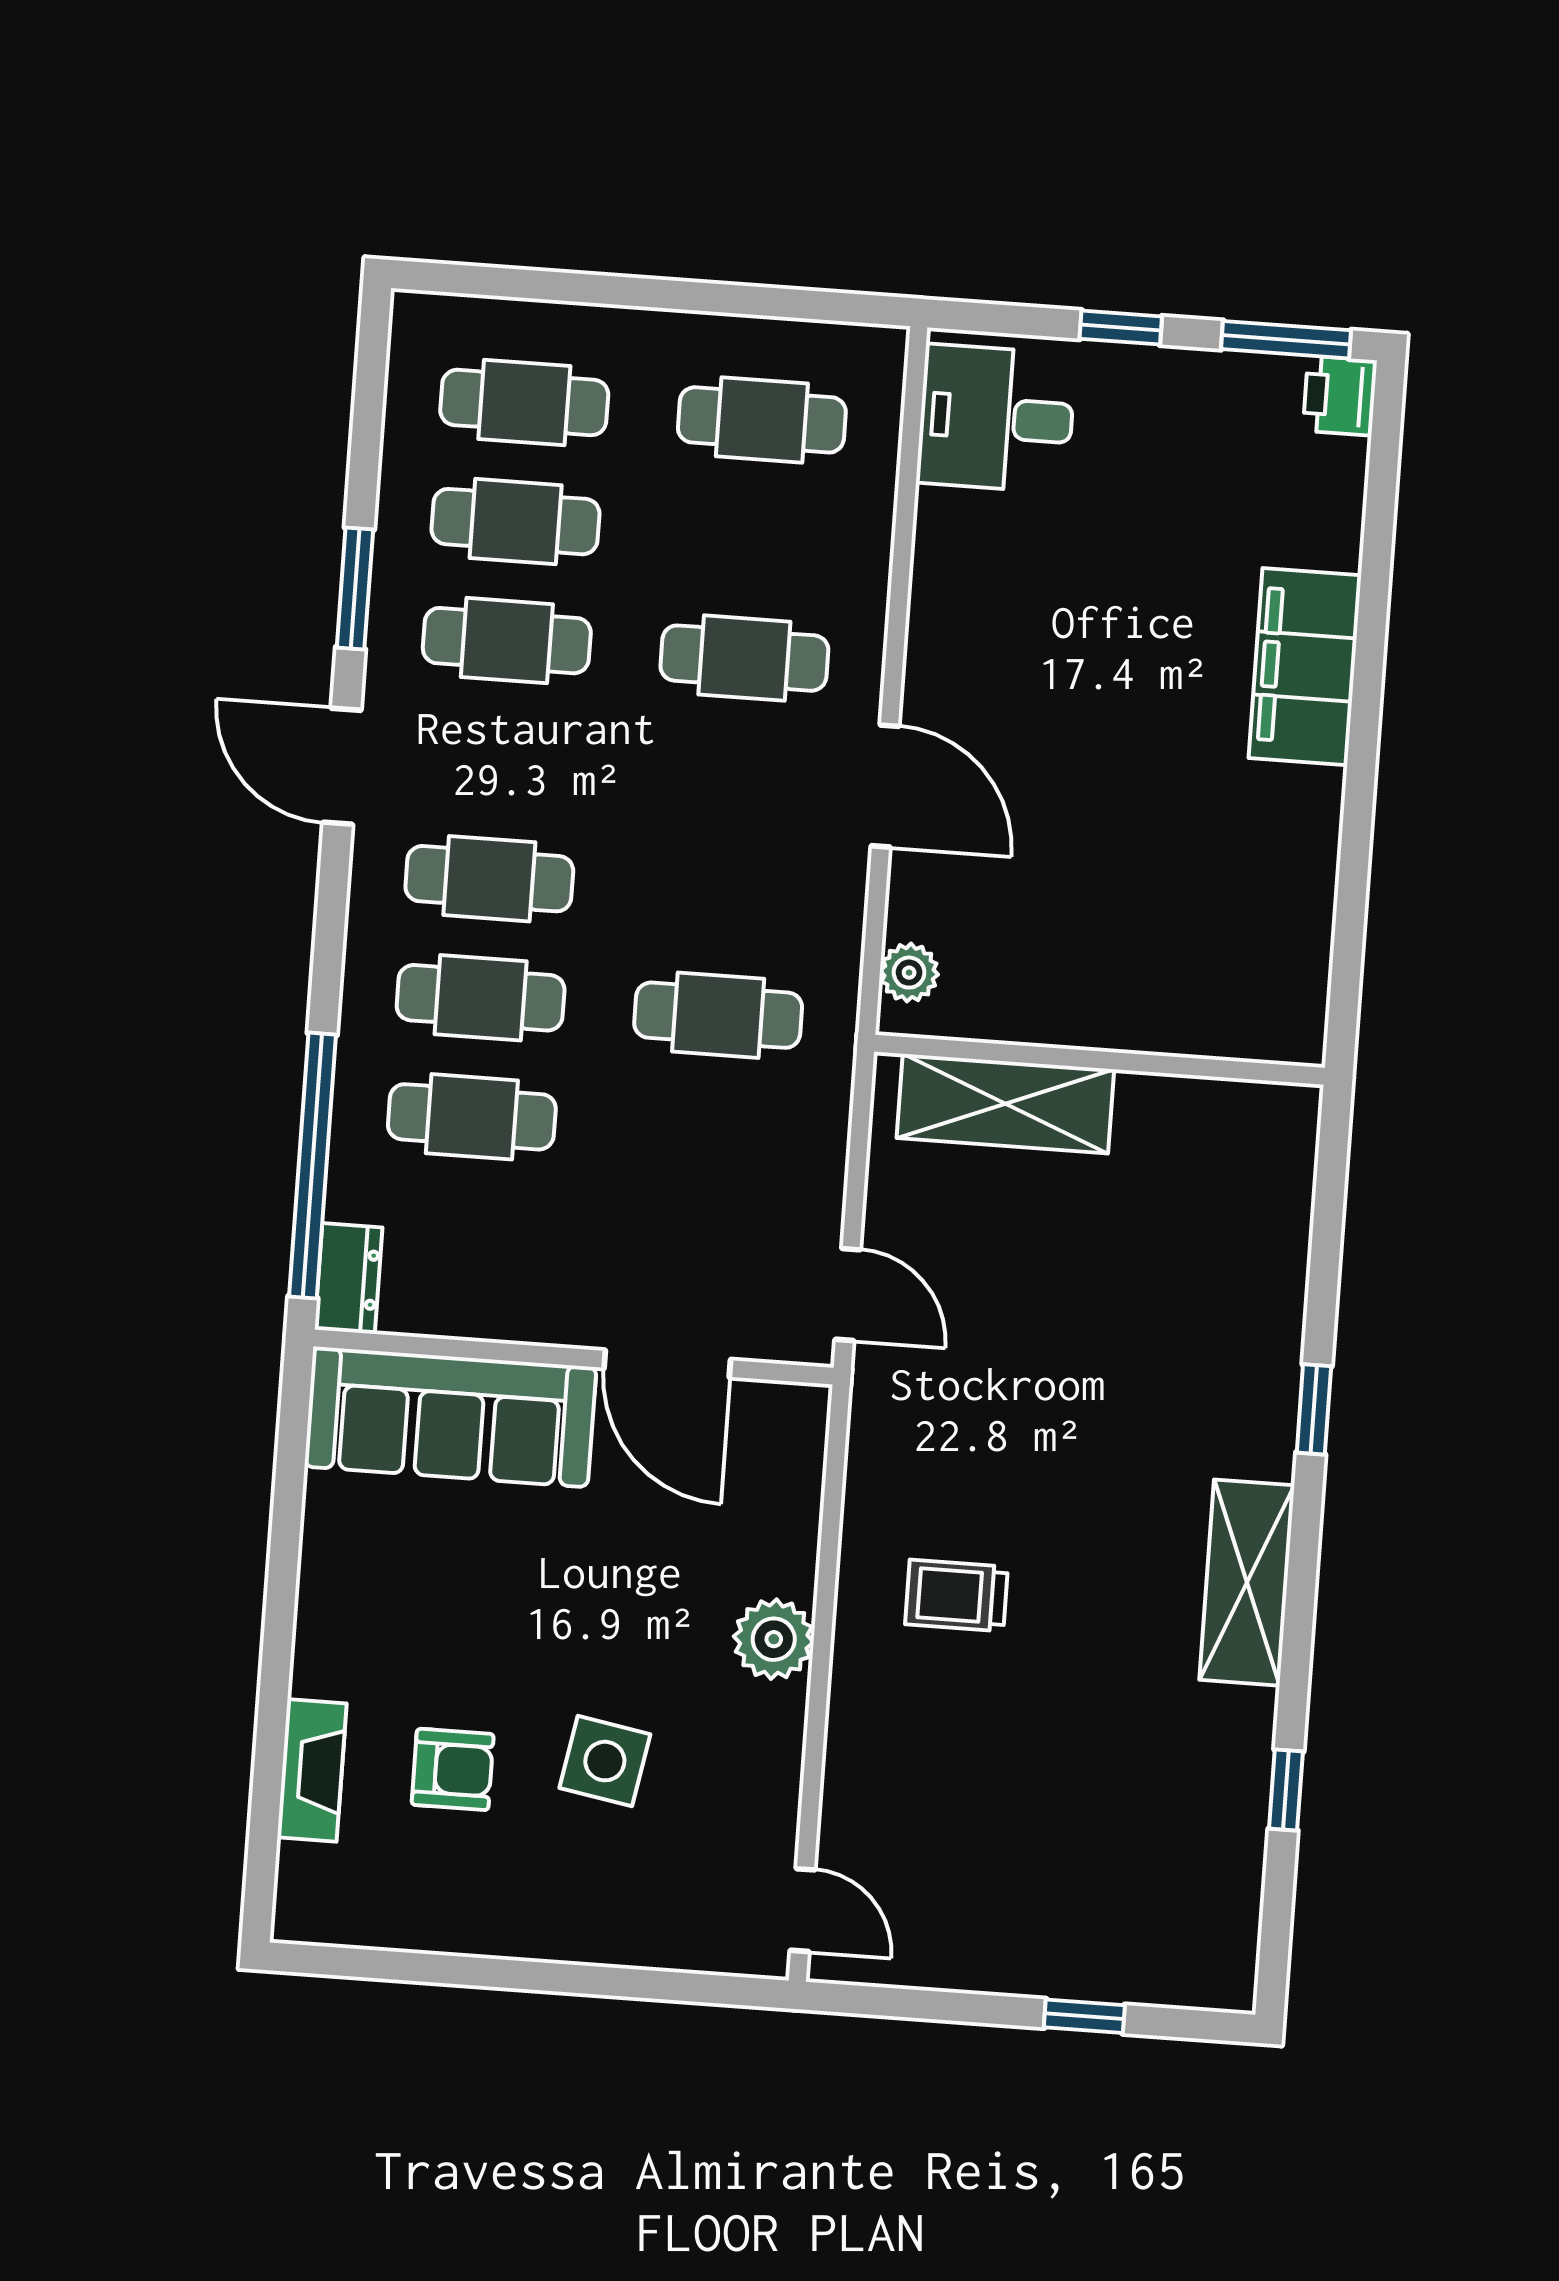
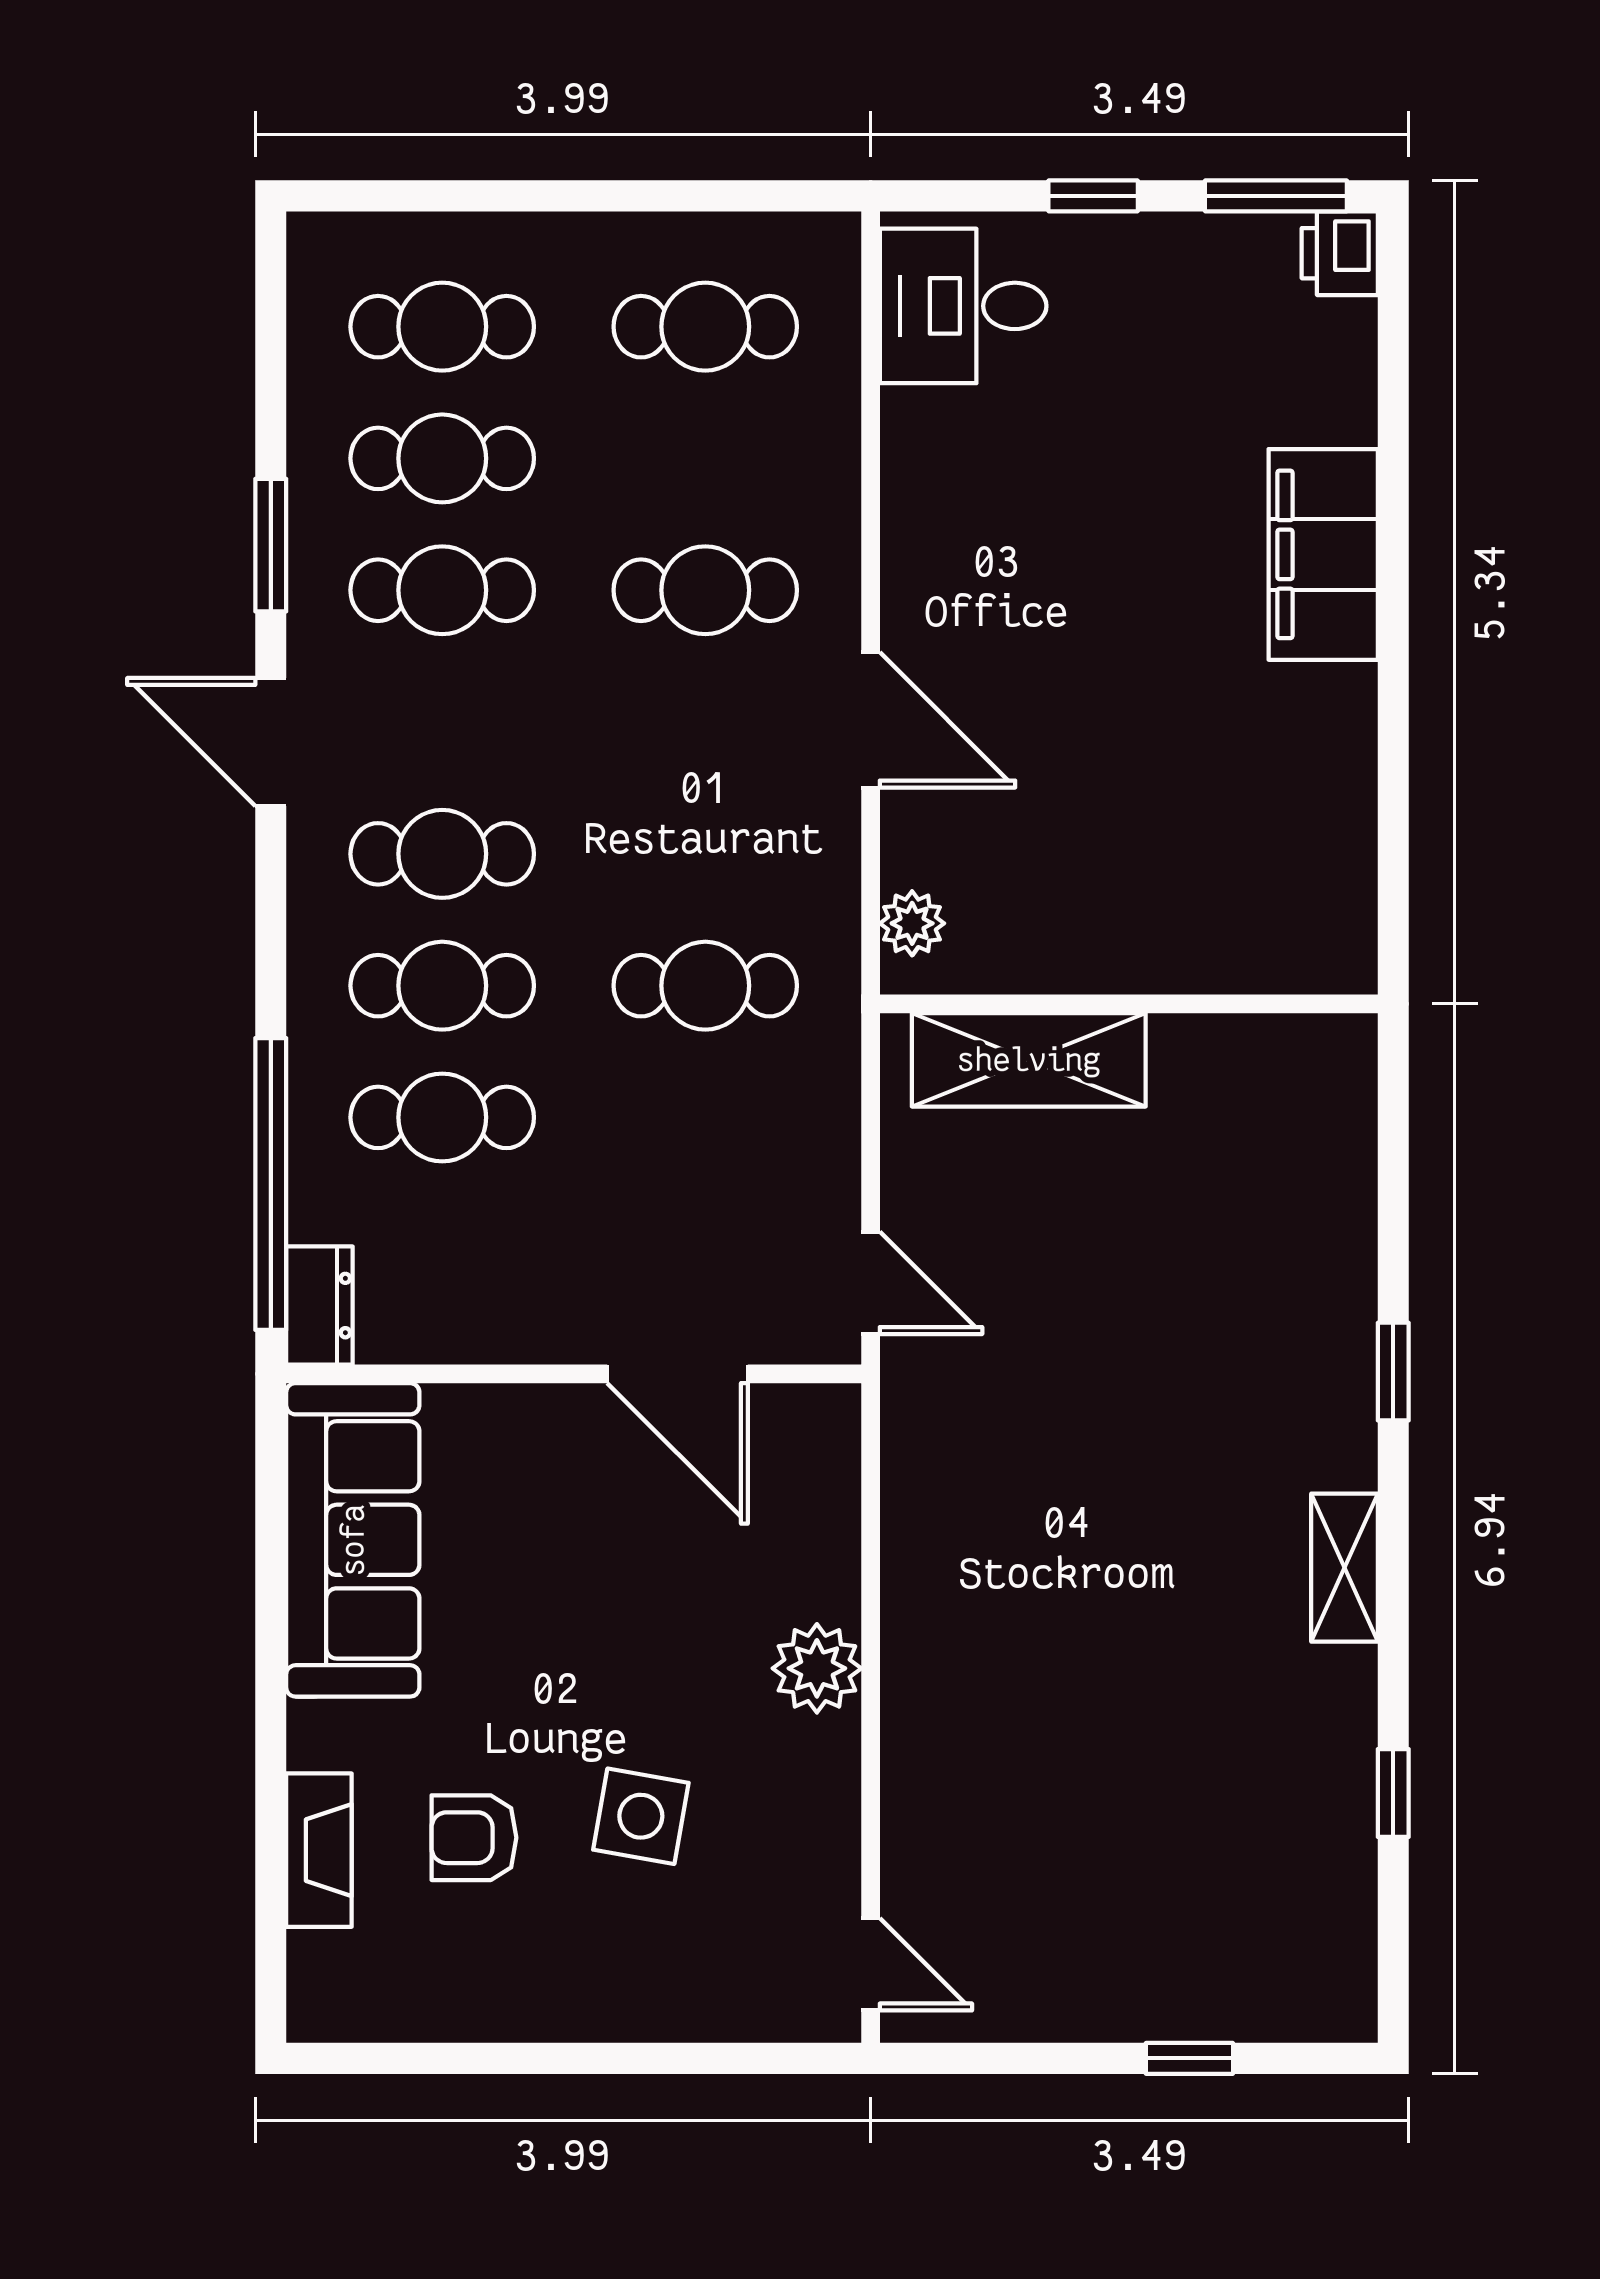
sofa: (450, 1417) -> (353, 1540), moved, turned -90
shelving: (1247, 1583) -> (1344, 1568), width x0.67, depth x0.75
trolley: (956, 1596) -> (1015, 1605), removed
armchair: (453, 1769) -> (474, 1838), turned 180

